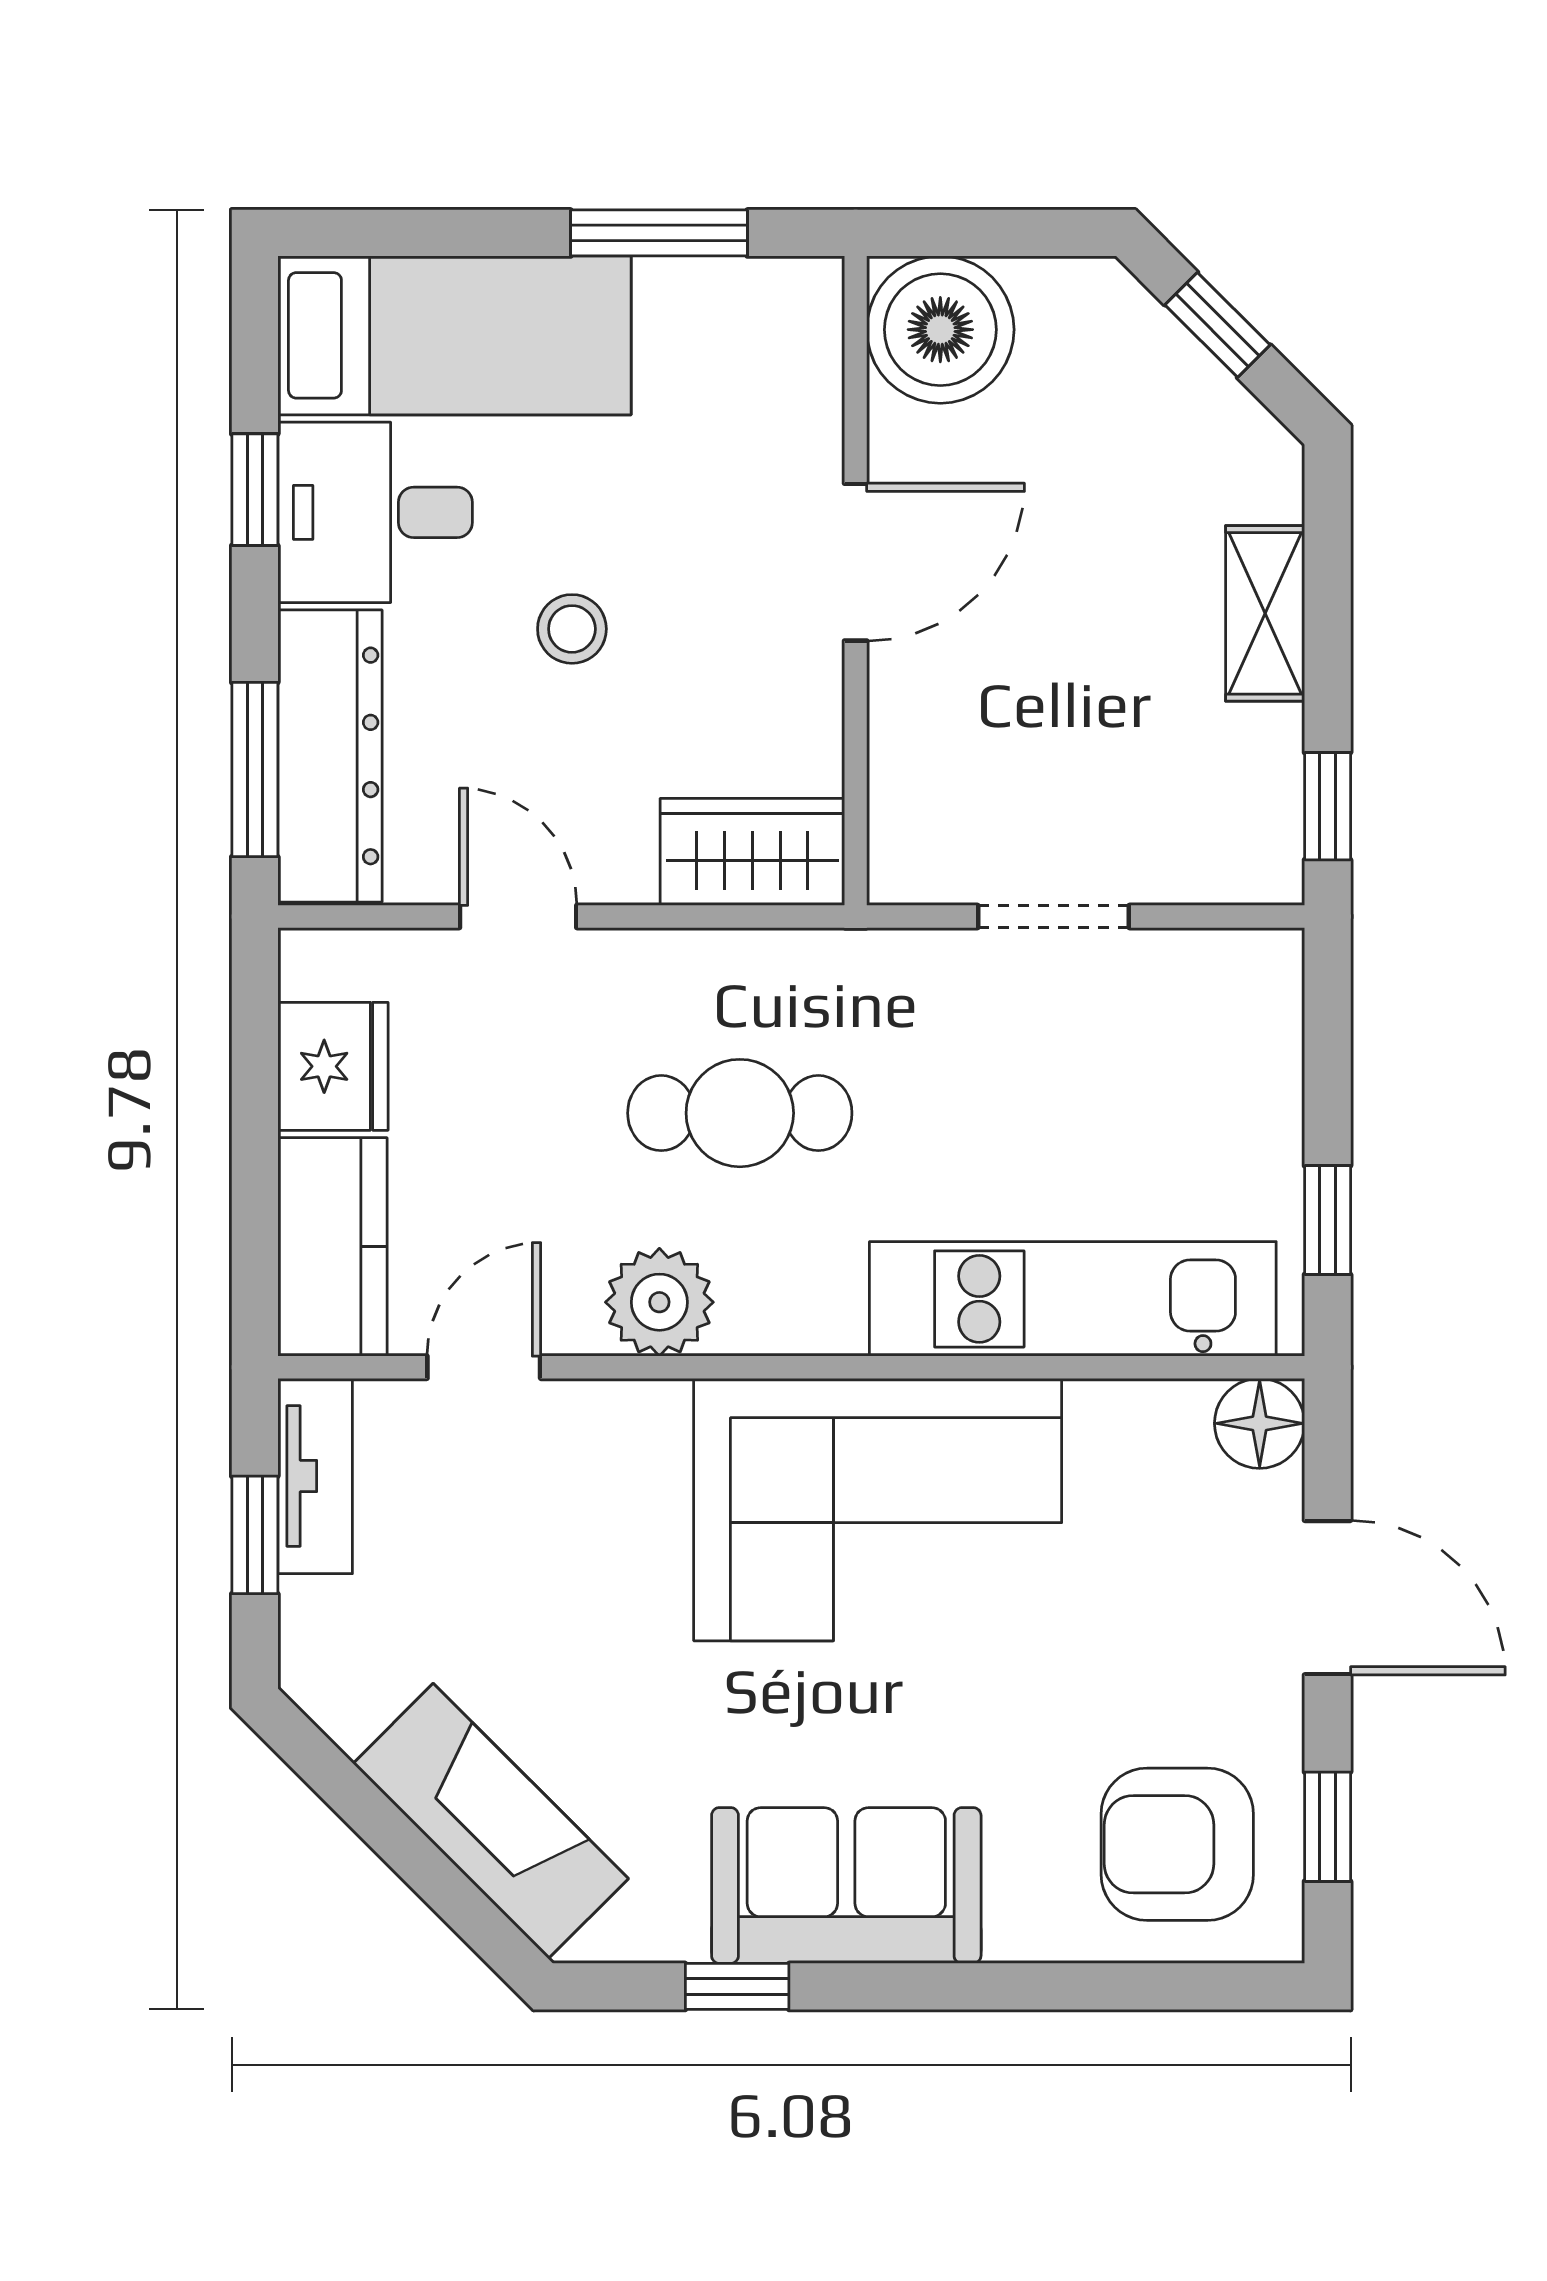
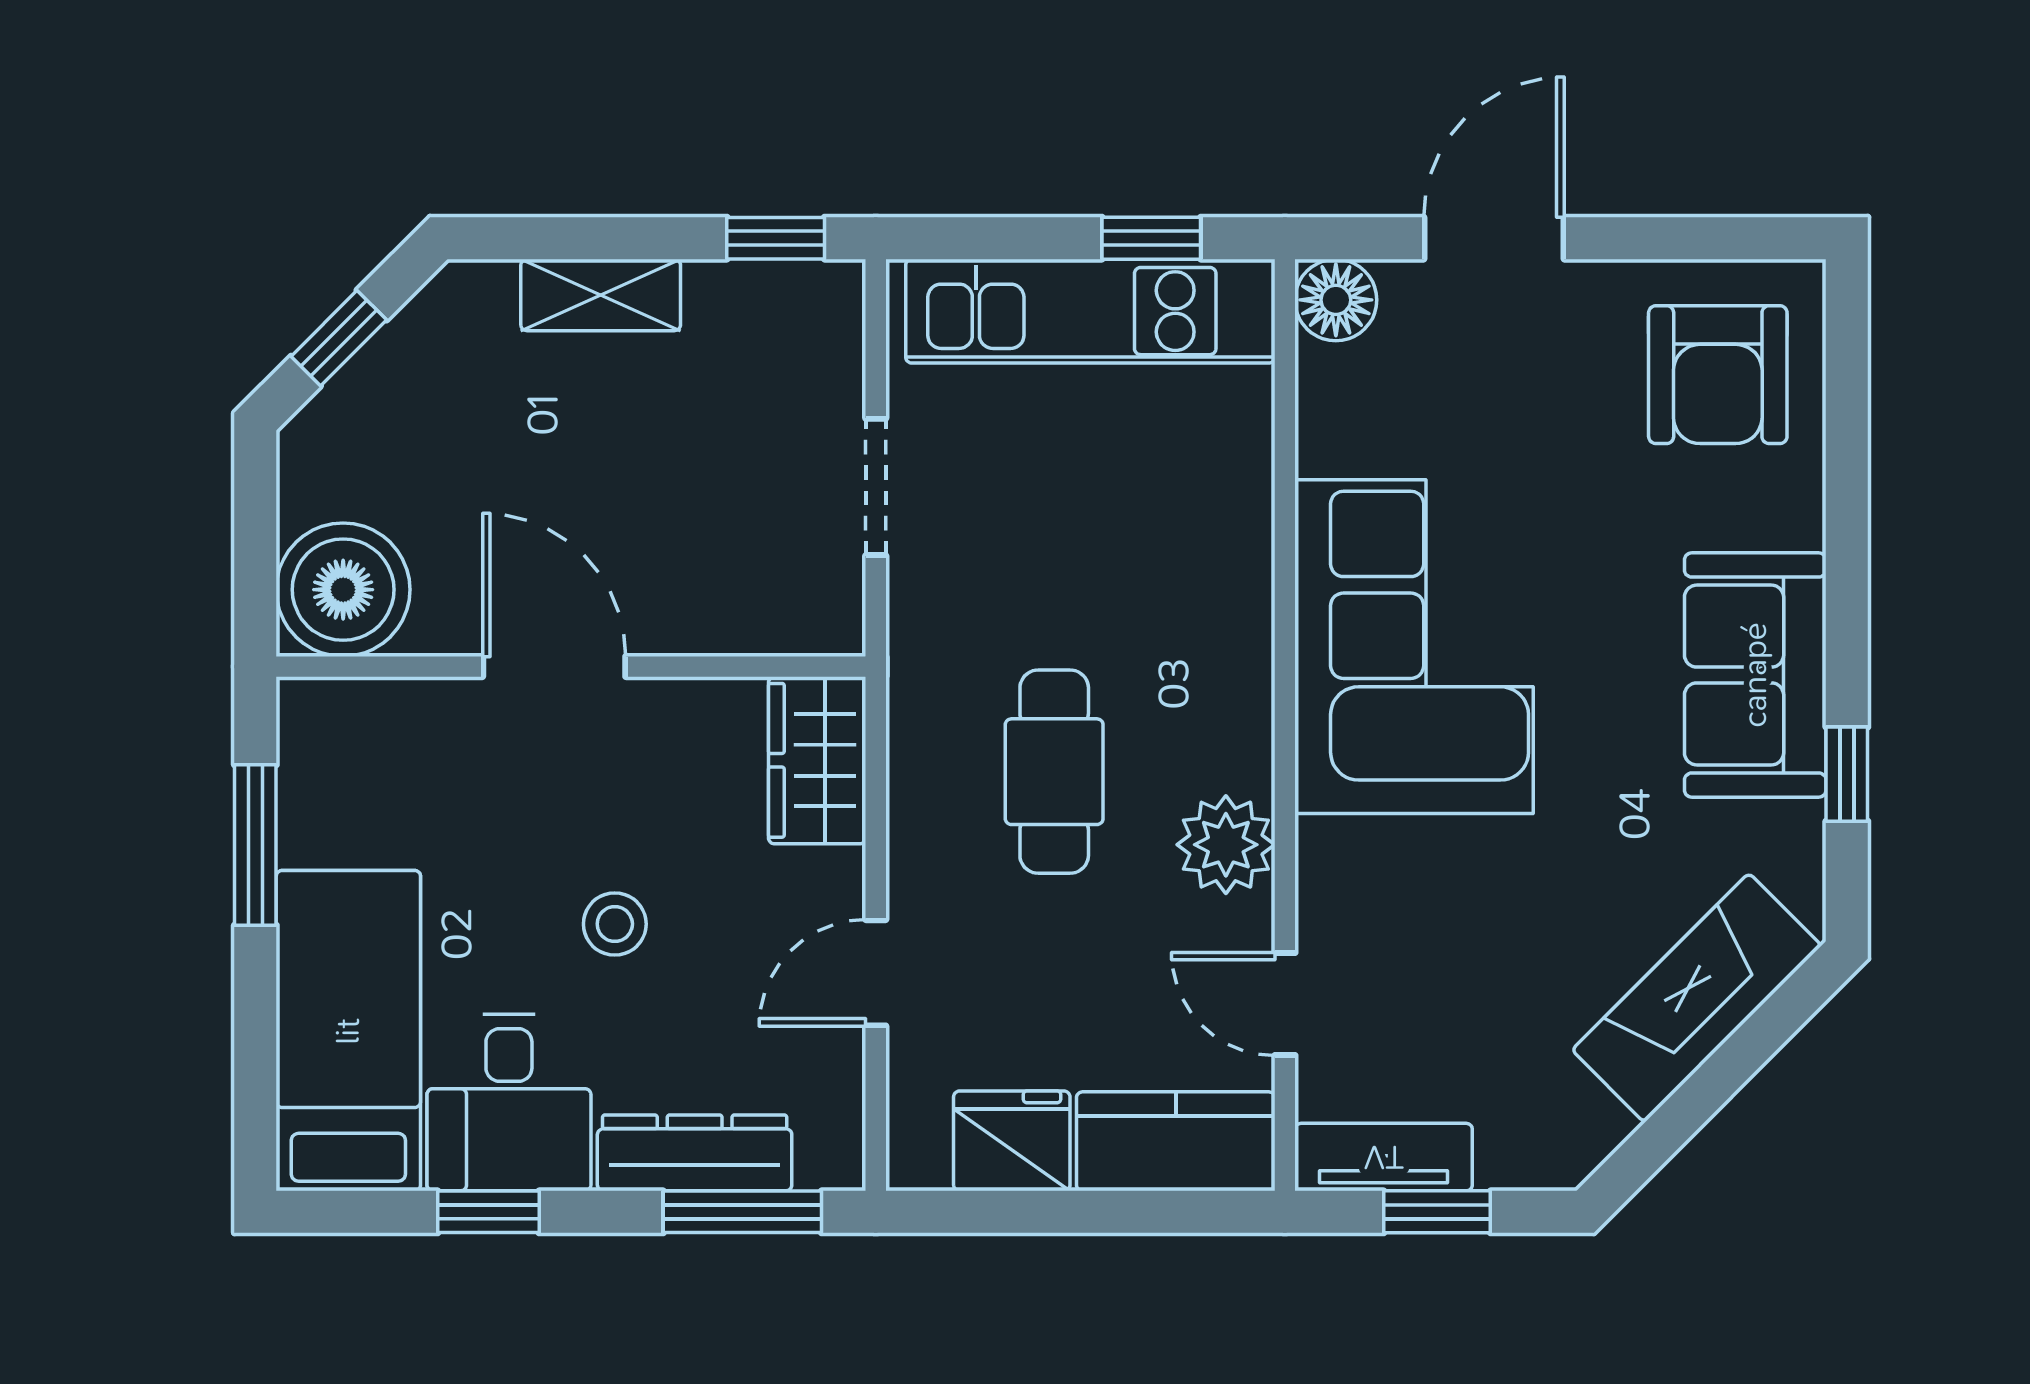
dresser: (330, 756) -> (695, 1153), width x0.73, depth x0.80
kitchen unit: (1073, 1299) -> (1090, 311), moved, turned -90
window: (1328, 1827) -> (1702, 238), removed

